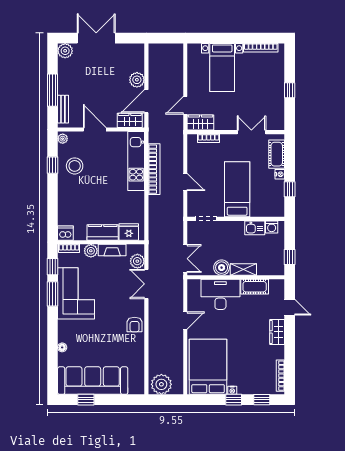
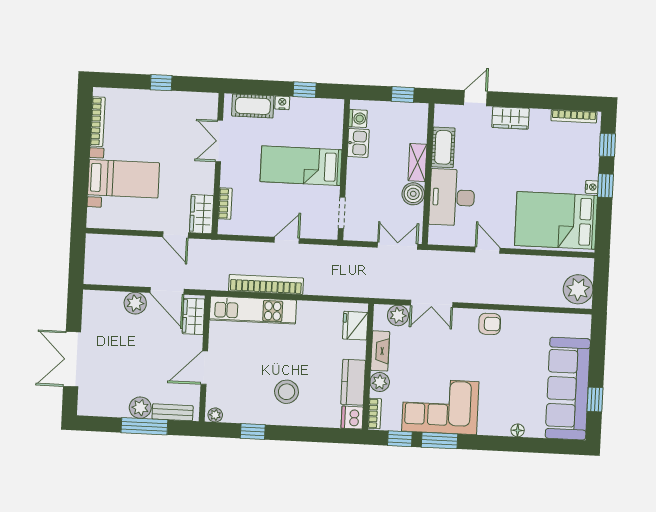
plant: (65, 51) -> (140, 408), moved
stool: (75, 166) -> (287, 392), moved
kitchen counter: (103, 233) -> (353, 382), moved

